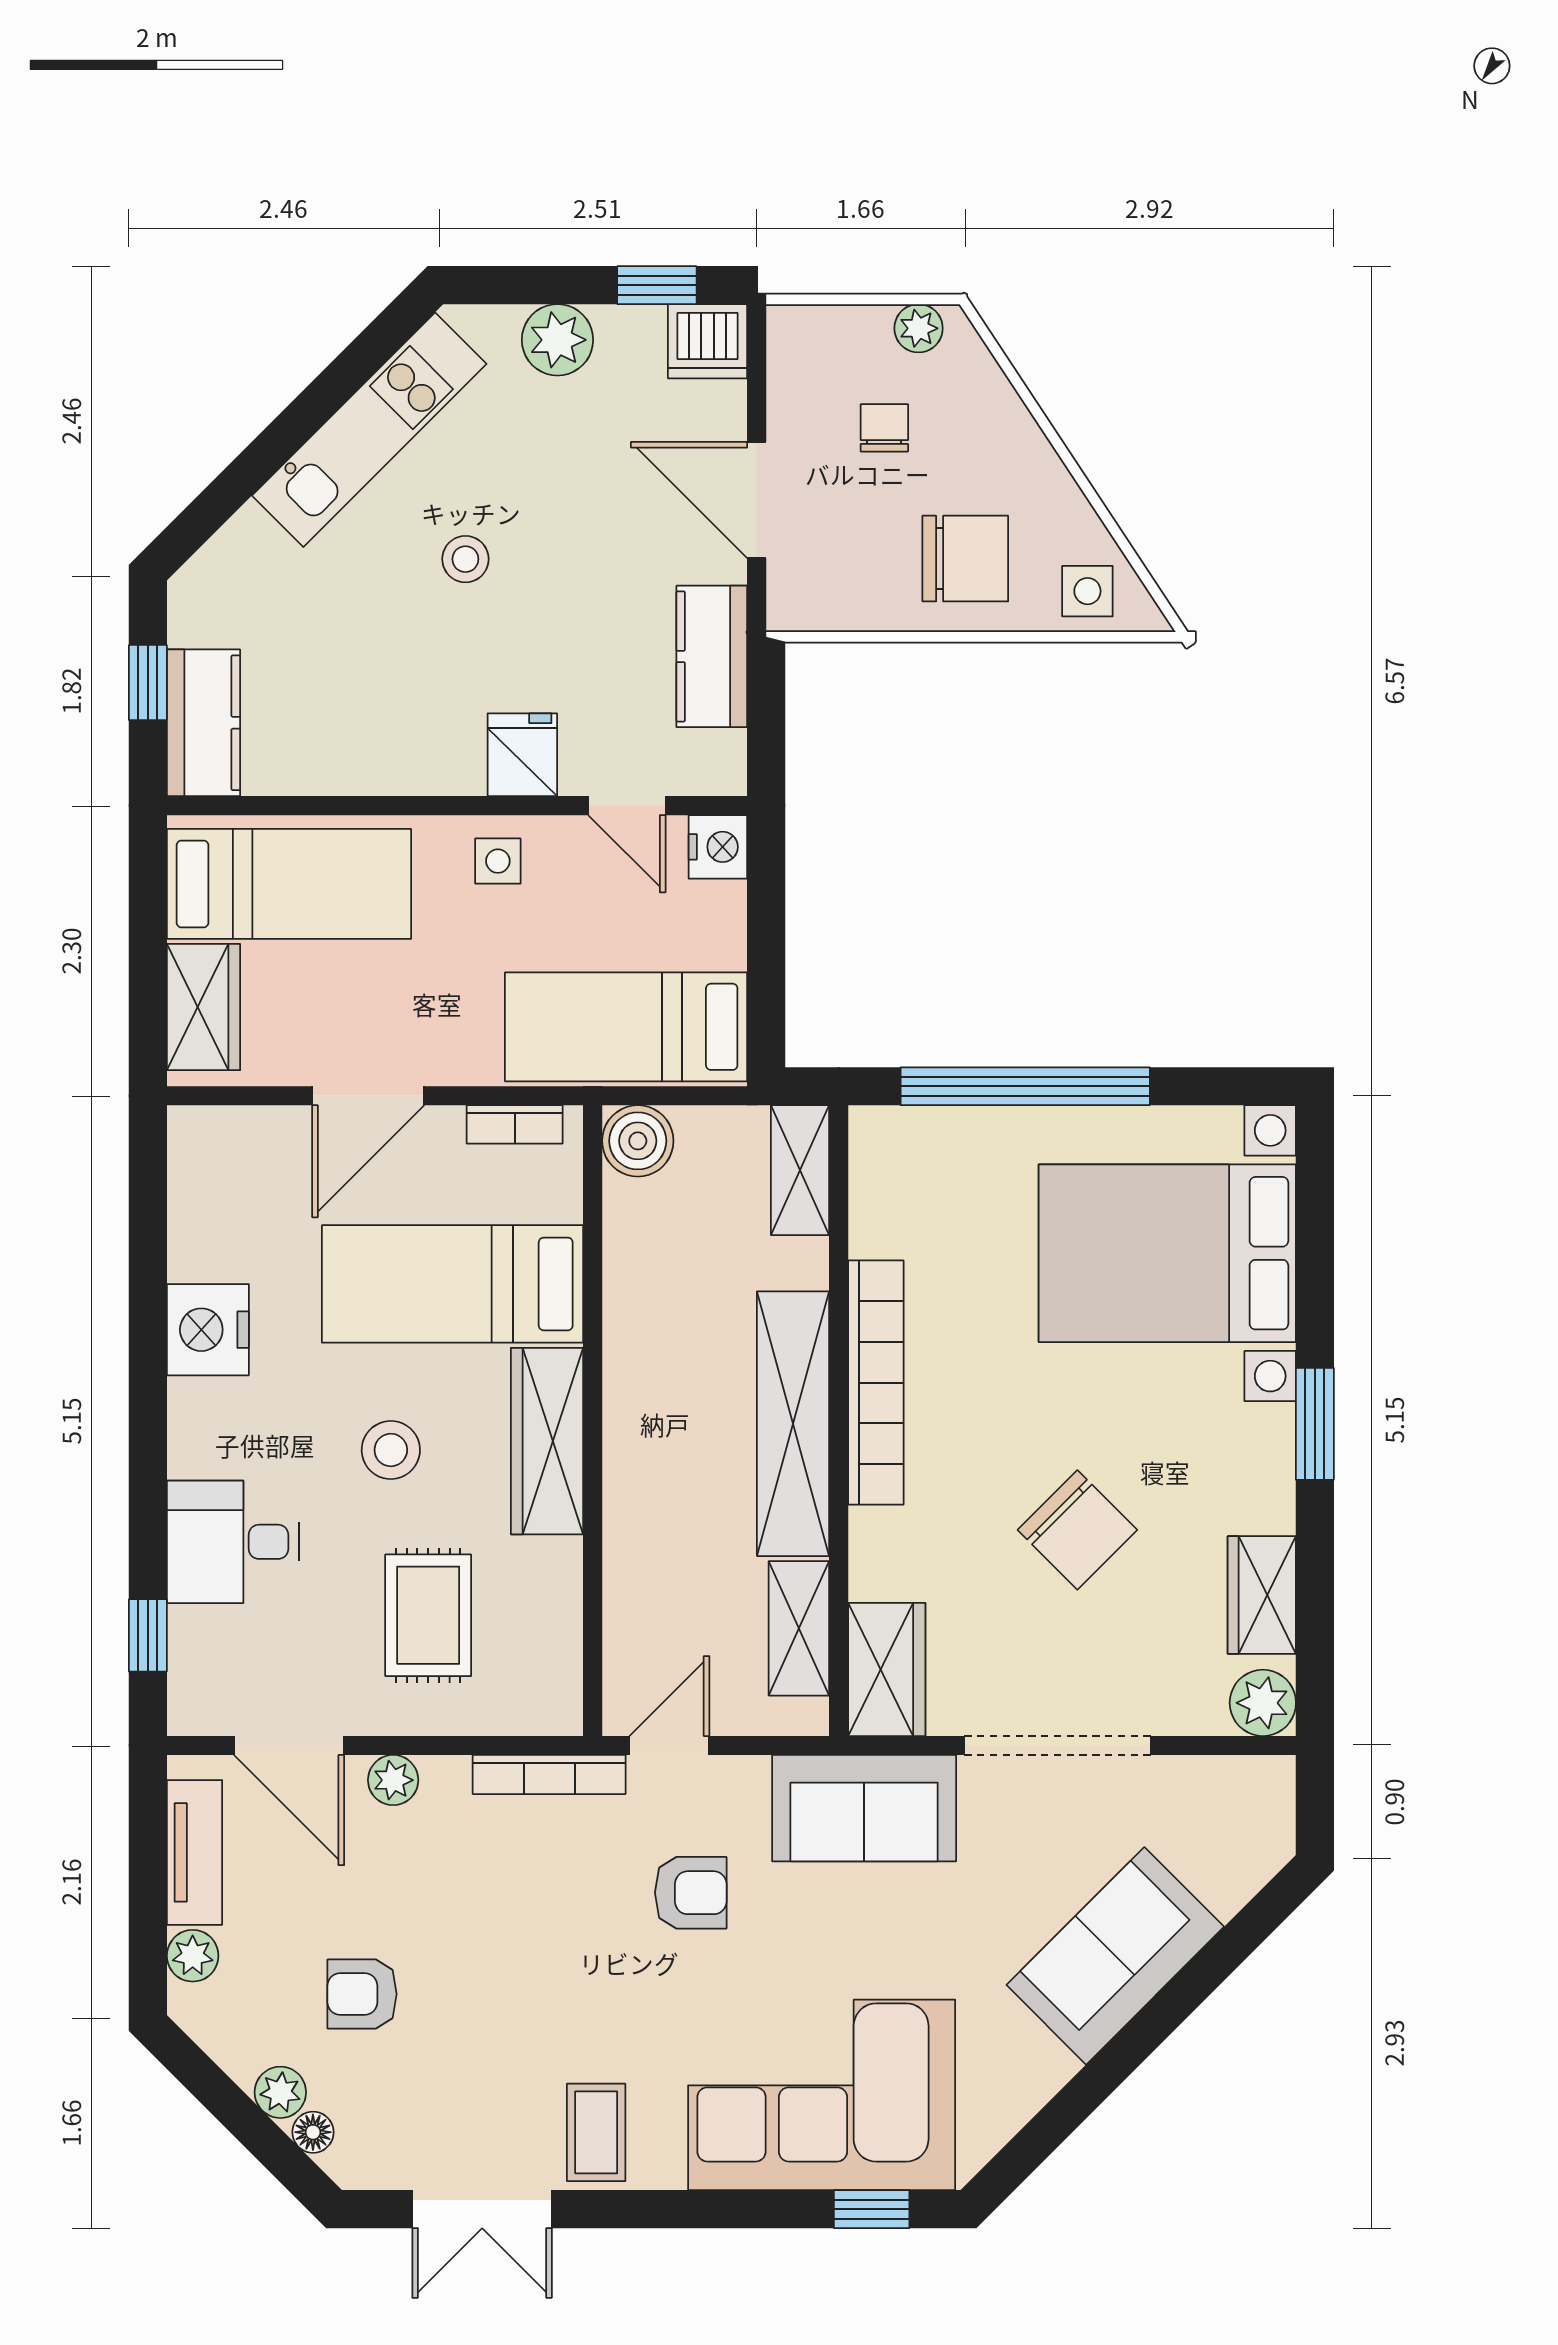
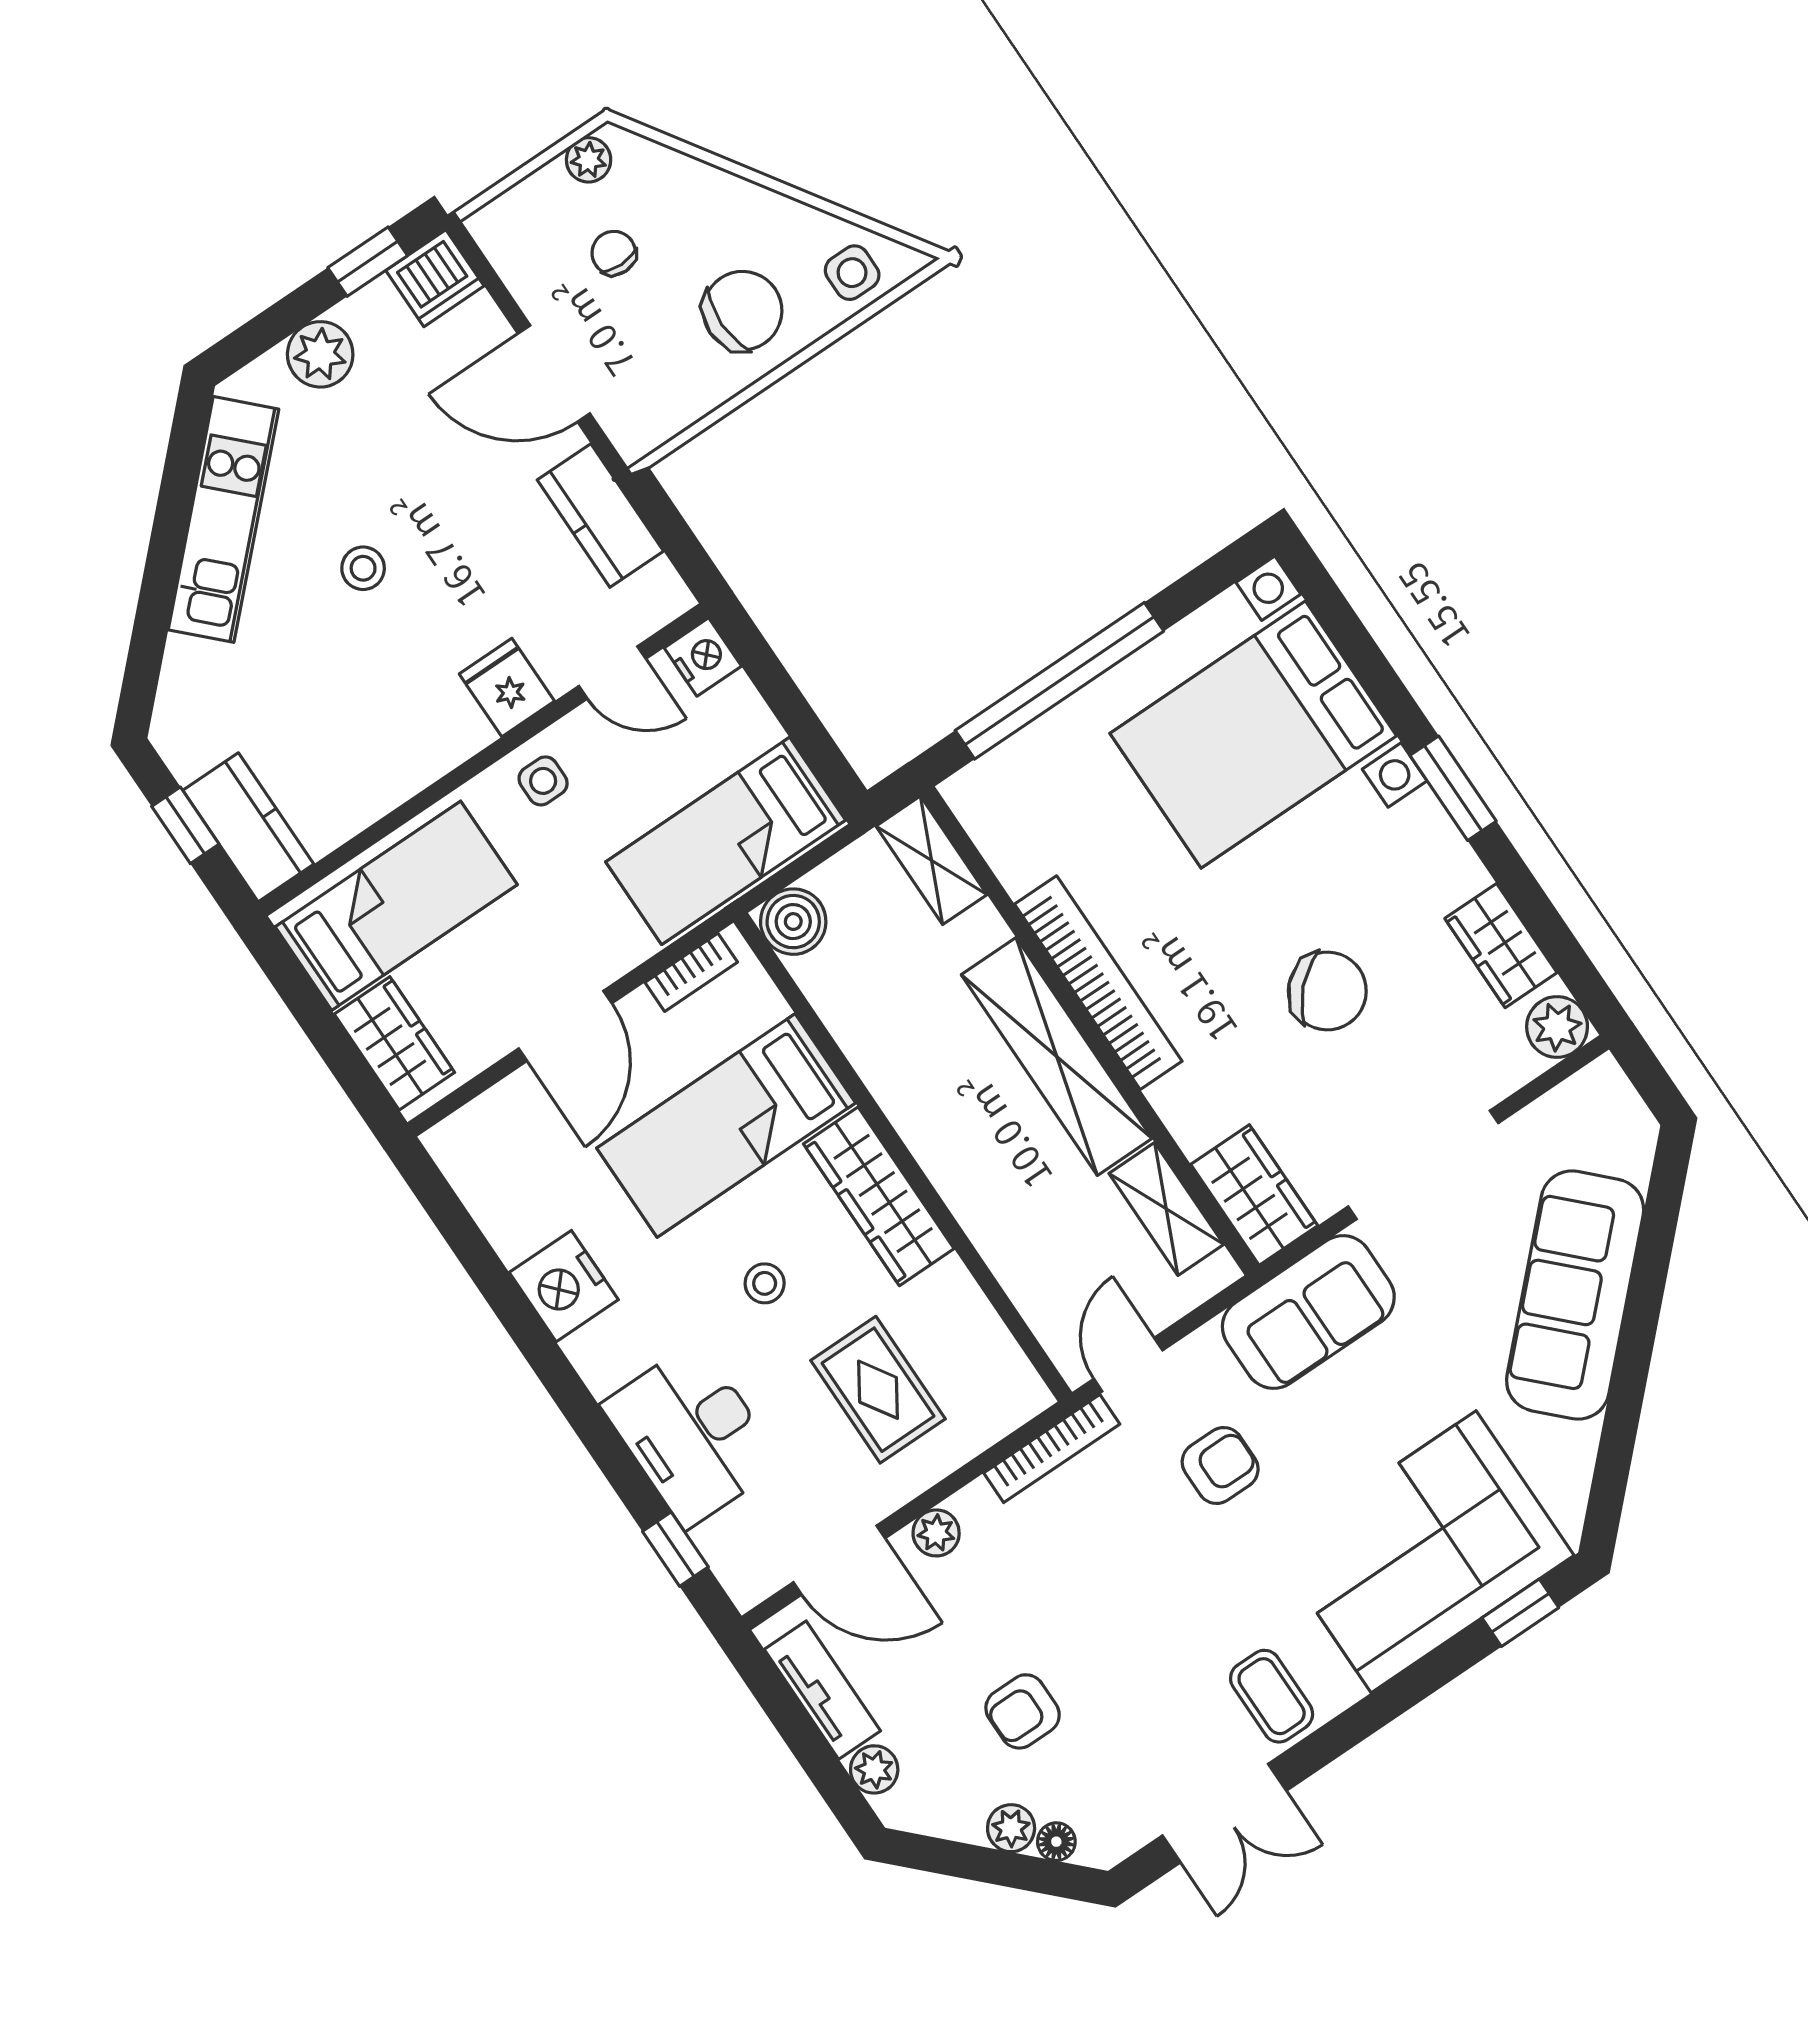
stool: (391, 1450) -> (765, 1283), width x0.73, depth x0.73
desk: (233, 1542) -> (692, 1434), width x1.37
sofa: (1115, 1956) -> (1575, 1295), width x1.36

